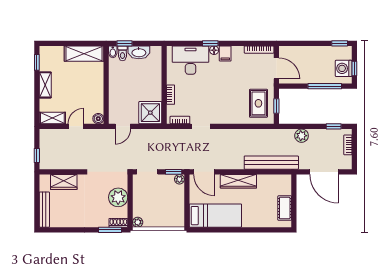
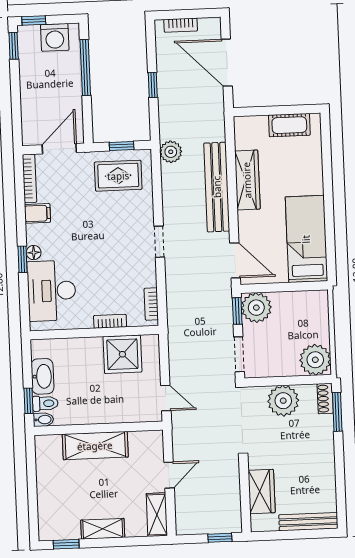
filing cabinet: (225, 53) -> (37, 213), moved
shelving: (84, 54) -> (95, 446), moved, turned 90
window: (354, 69) -> (34, 21), moved
shower: (150, 113) -> (122, 354), moved
boiler: (98, 119) -> (155, 439), removed
door: (76, 126) -> (169, 475), swing flipped
doorway: (201, 126) -> (159, 242), moved
window: (334, 126) -> (153, 85), moved
plant: (302, 136) -> (171, 152), moved
bench: (271, 163) -> (217, 187), moved
door: (204, 172) -> (235, 260), hinge flipped
door: (324, 172) -> (227, 63), swing flipped
plant: (179, 179) -> (256, 308), width x1.87, depth x1.87
wardrobe: (238, 181) -> (247, 180), moved
plant: (138, 222) -> (315, 360), width x1.88, depth x1.88

